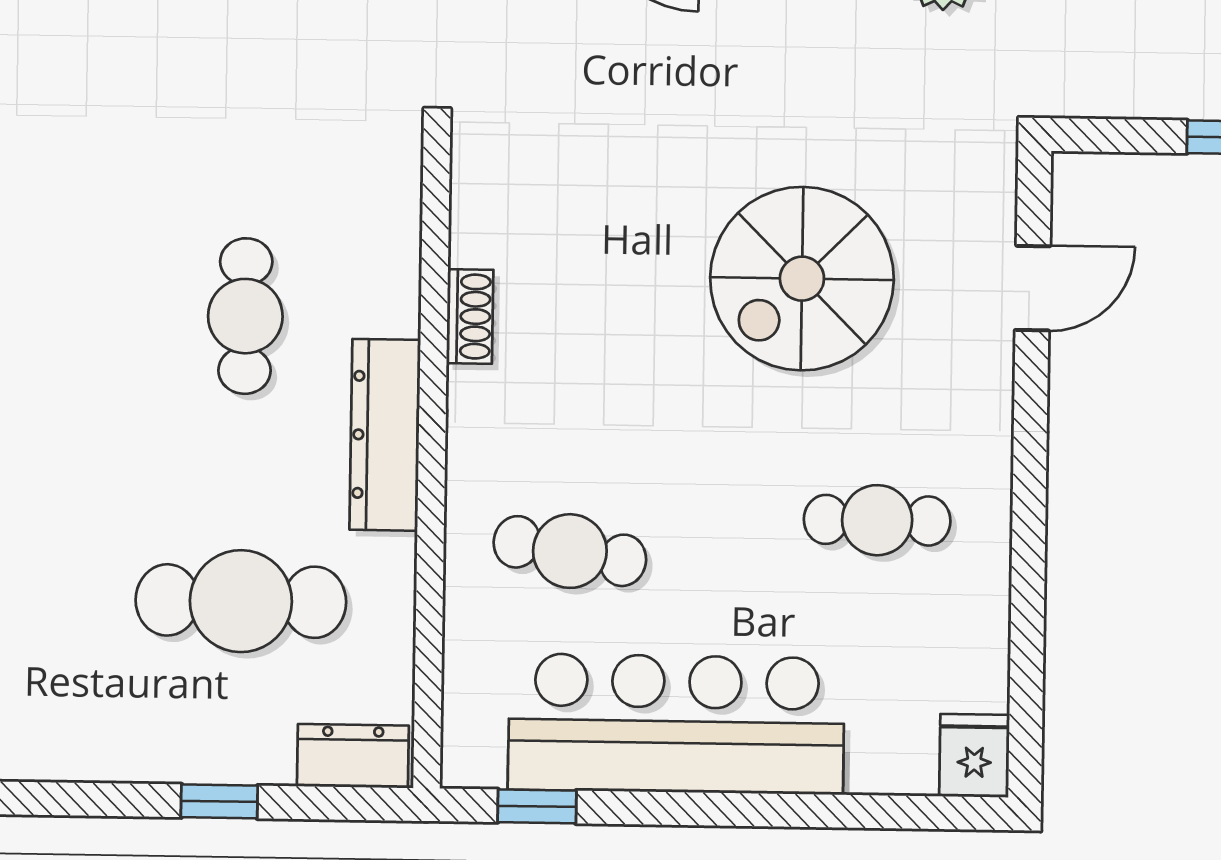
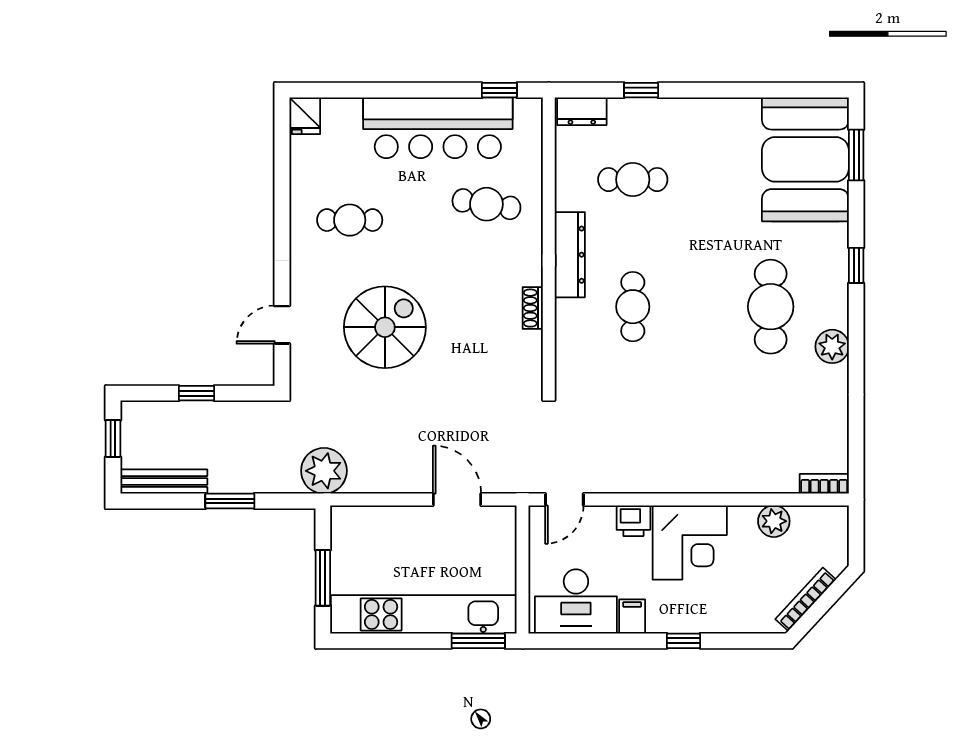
cafe table: (241, 601) -> (633, 180), width x0.73, depth x0.74

